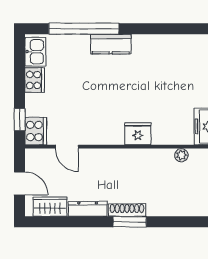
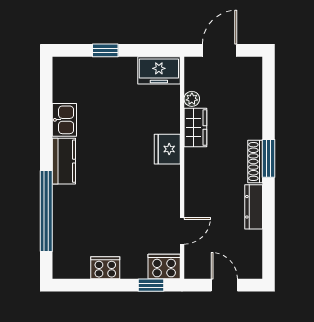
kitchen counter: (111, 44) -> (64, 161), moved
kitchen sink: (35, 52) -> (64, 120), moved, turned 90
door: (20, 183) -> (224, 285), hinge flipped
wardrobe: (50, 207) -> (195, 128), moved, turned 180

